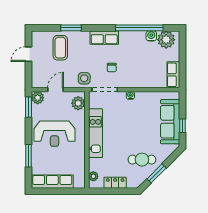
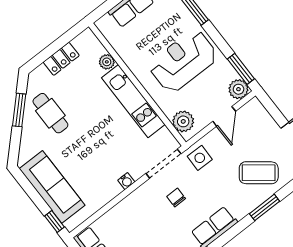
coffee table: (60, 48) -> (259, 173), turned -52
window: (183, 126) -> (54, 222), moved
cafe table: (142, 160) -> (50, 113), turned 90
plant: (93, 176) -> (107, 62), moved

